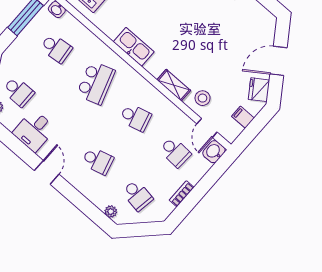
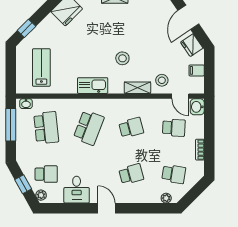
stool: (184, 46) -> (122, 58), added
school desk: (56, 48) -> (46, 128), width x1.85
school desk: (96, 83) -> (89, 128), turned 39

